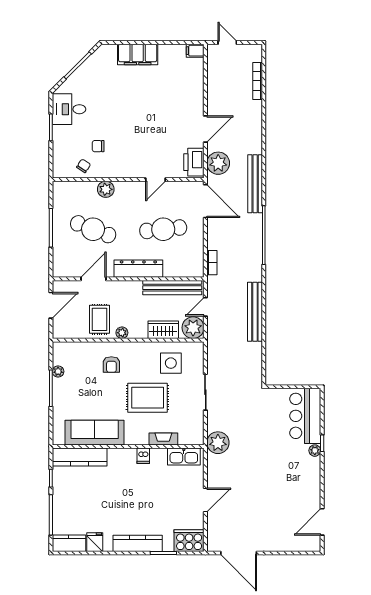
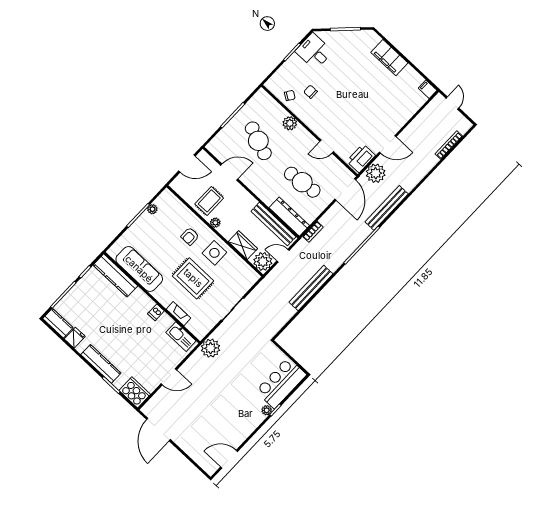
dresser: (138, 269) -> (289, 217), moved
side table: (171, 363) -> (214, 253), moved

